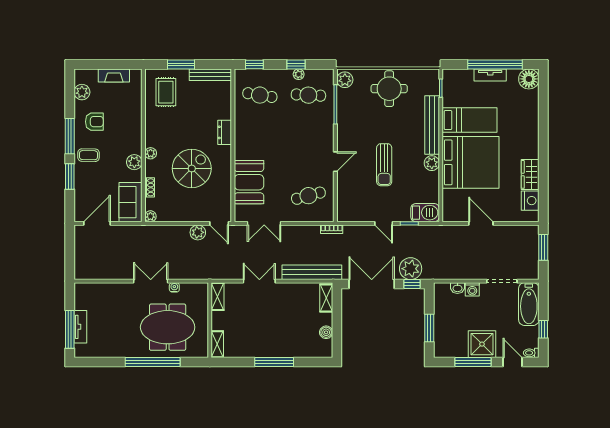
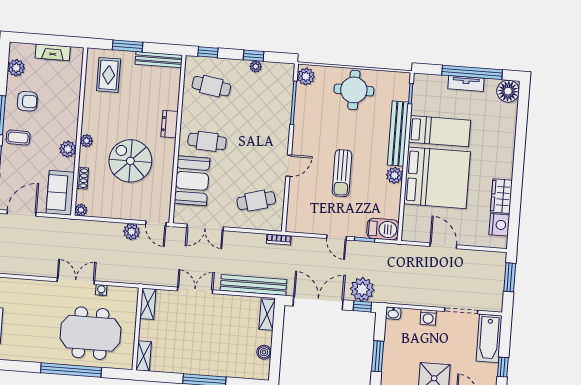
cafe table: (308, 95) -> (207, 141), moved
spiral stairs: (192, 168) -> (130, 161), turned -90
washbasin: (457, 288) -> (393, 313), moved

